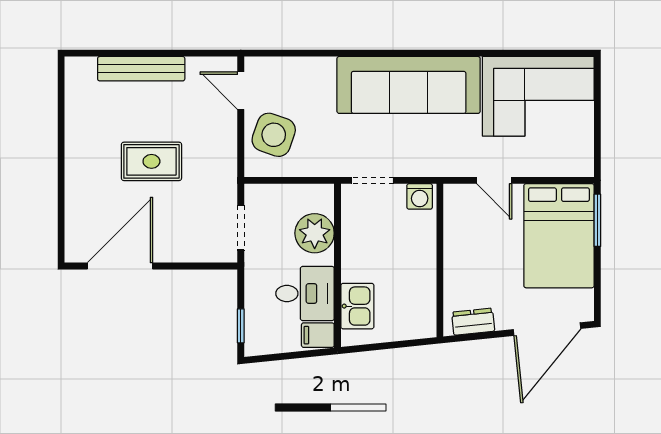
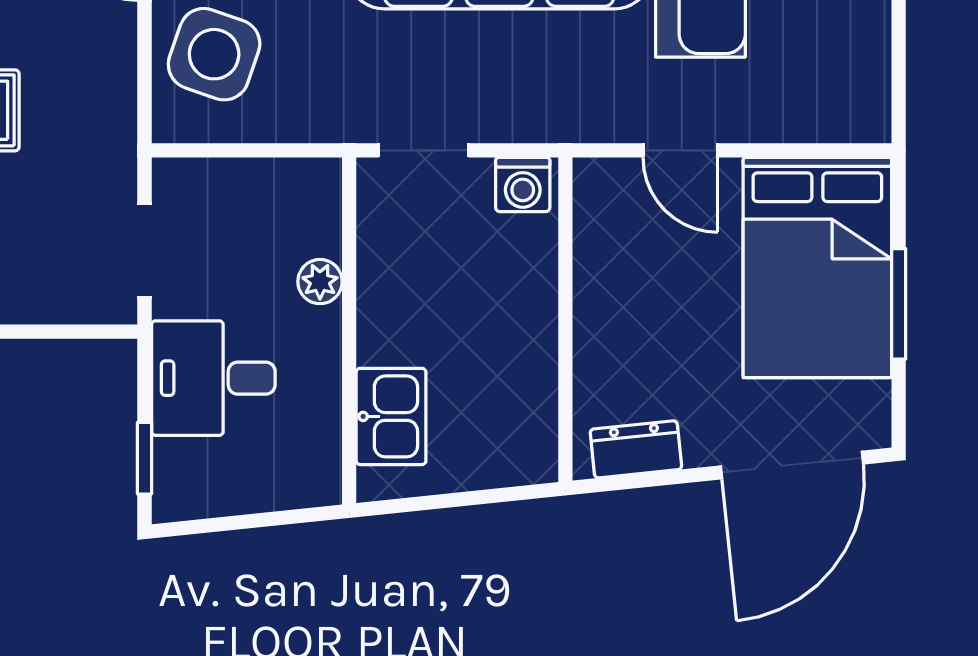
window: (597, 220) -> (899, 304), moved
plant: (315, 233) -> (320, 282), width x0.53, depth x0.53
desk: (305, 293) -> (213, 378), moved, turned 180
filing cabinet: (318, 335) -> (307, 478), removed

